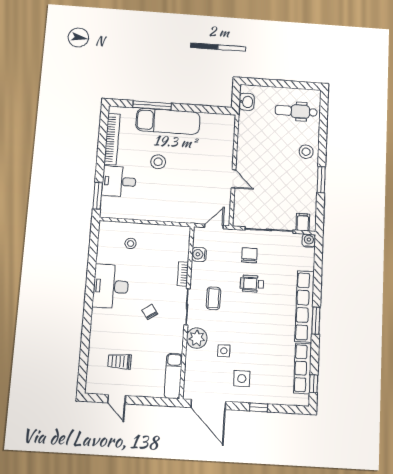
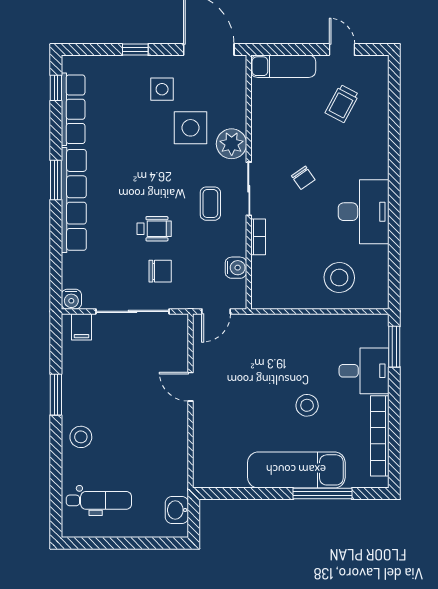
stool: (131, 243) -> (339, 278), width x1.89, depth x1.89
chair: (249, 255) -> (160, 271), turned -90
side table: (224, 351) -> (190, 128), width x1.87, depth x1.87
trolley: (120, 361) -> (342, 103), turned 118
exam couch: (173, 376) -> (283, 66), moved, turned 90

